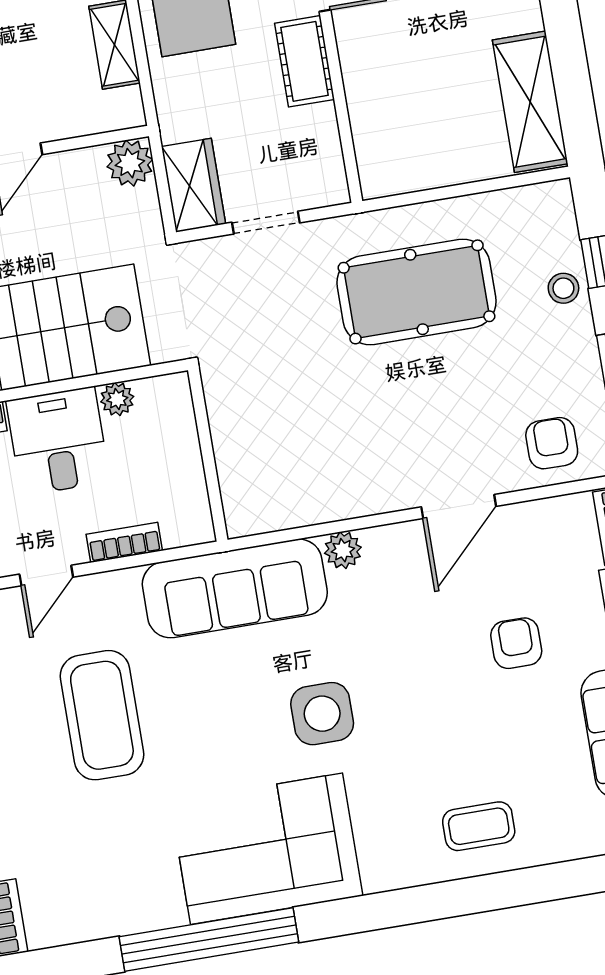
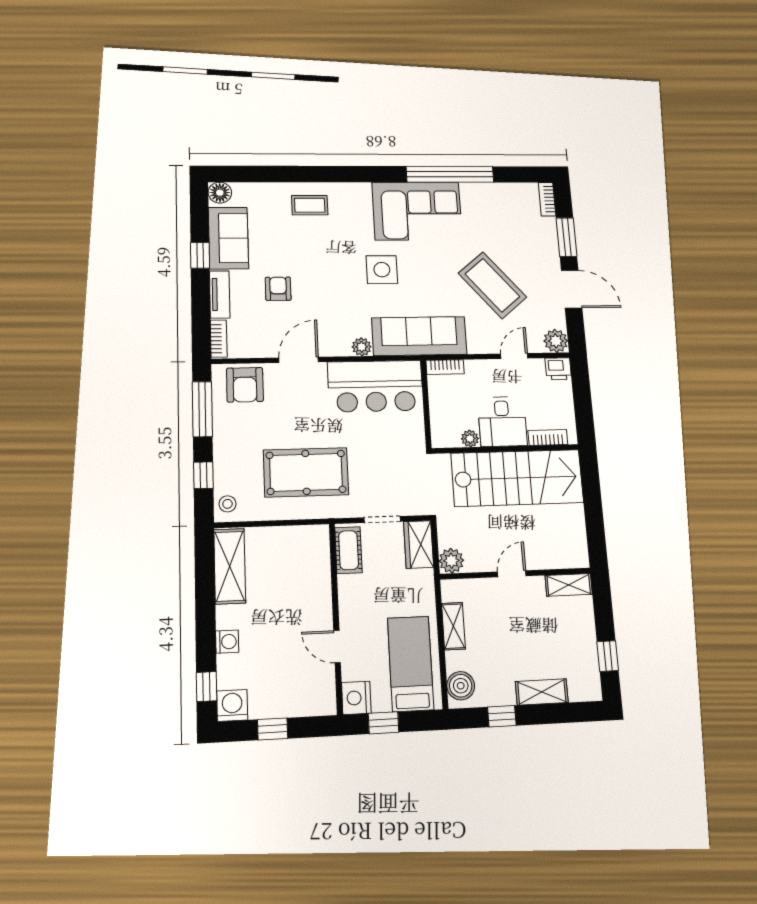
cot: (305, 61) -> (349, 550), moved
stool: (563, 288) -> (228, 504), moved
armchair: (552, 443) -> (245, 385), width x1.38, depth x1.38
bar counter: (307, 476) -> (375, 386), added
bookcase: (124, 542) -> (445, 367), moved
armchair: (516, 643) -> (278, 289), turned 180
coffee table: (102, 715) -> (492, 285), turned -40

